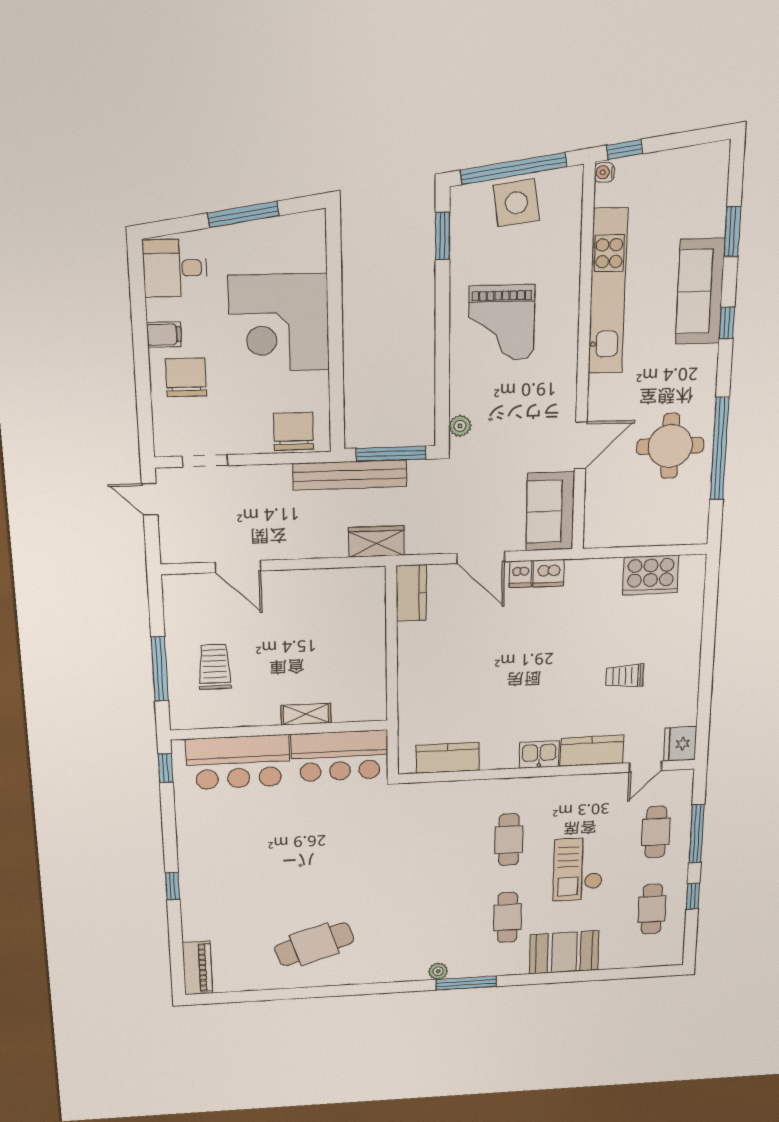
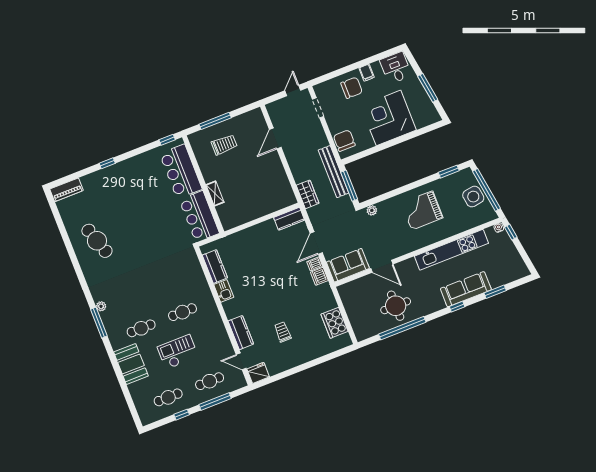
chair: (294, 431) -> (344, 141), turned -90
kitchen sink: (539, 755) -> (224, 291), moved

